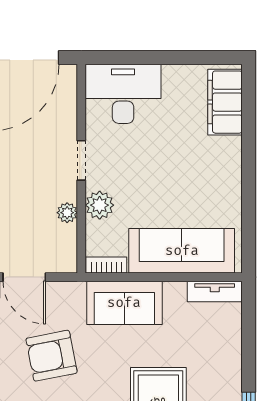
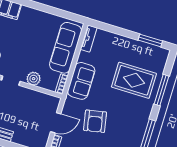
plant: (67, 213) -> (33, 94), removed

